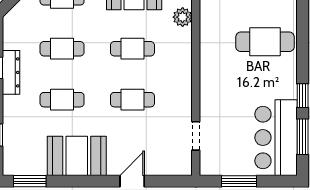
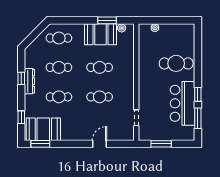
plant: (183, 17) -> (128, 49), removed
bar counter: (276, 138) -> (182, 103), moved
booth: (77, 156) -> (43, 129), moved

